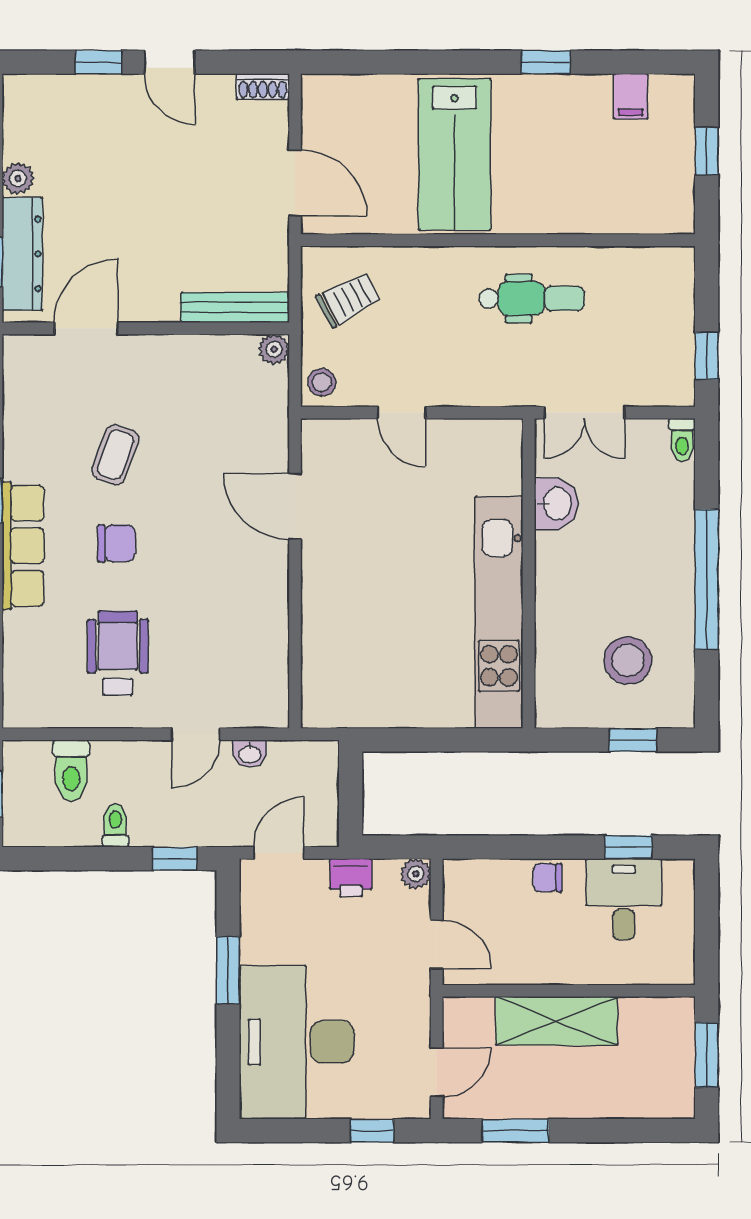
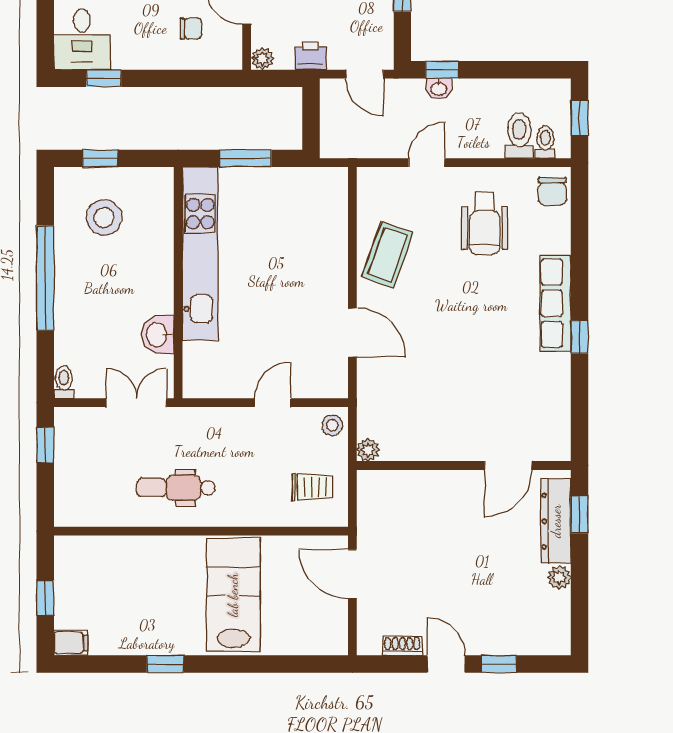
shoe rack: (263, 86) -> (402, 646), moved
filing cabinet: (631, 96) -> (71, 643), moved, turned 90
trolley: (349, 299) -> (312, 487), turned -152
bench: (235, 307) -> (397, 481), removed
door: (402, 413) -> (273, 403), hinge flipped
coffee table: (115, 455) -> (388, 255), moved, width x1.36, depth x1.30
chair: (116, 543) -> (552, 191), moved, turned -90
window: (438, 740) -> (246, 158), added
washbasin: (250, 754) -> (439, 89), moved, turned 180
toilet: (115, 826) -> (545, 142), moved, turned 180
door: (279, 853) -> (365, 74), hinge flipped
chair: (548, 878) -> (191, 28), moved
desk: (624, 899) -> (82, 39), moved

